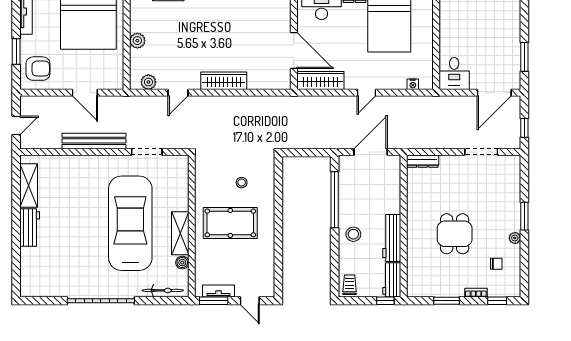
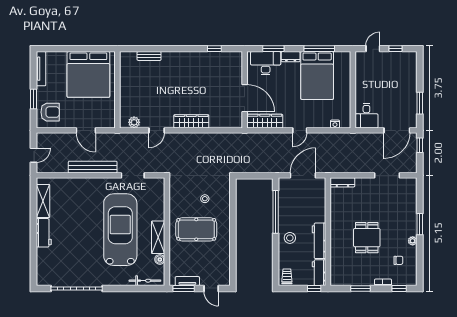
plant: (137, 41) -> (126, 91), removed
window: (524, 128) -> (420, 145), moved
garage door: (101, 301) -> (77, 289), moved

